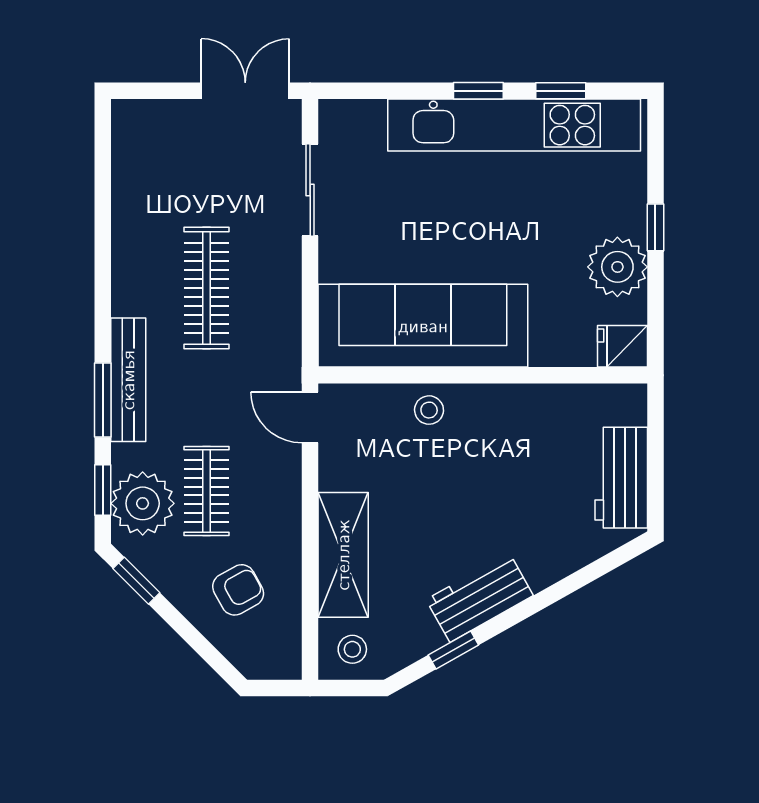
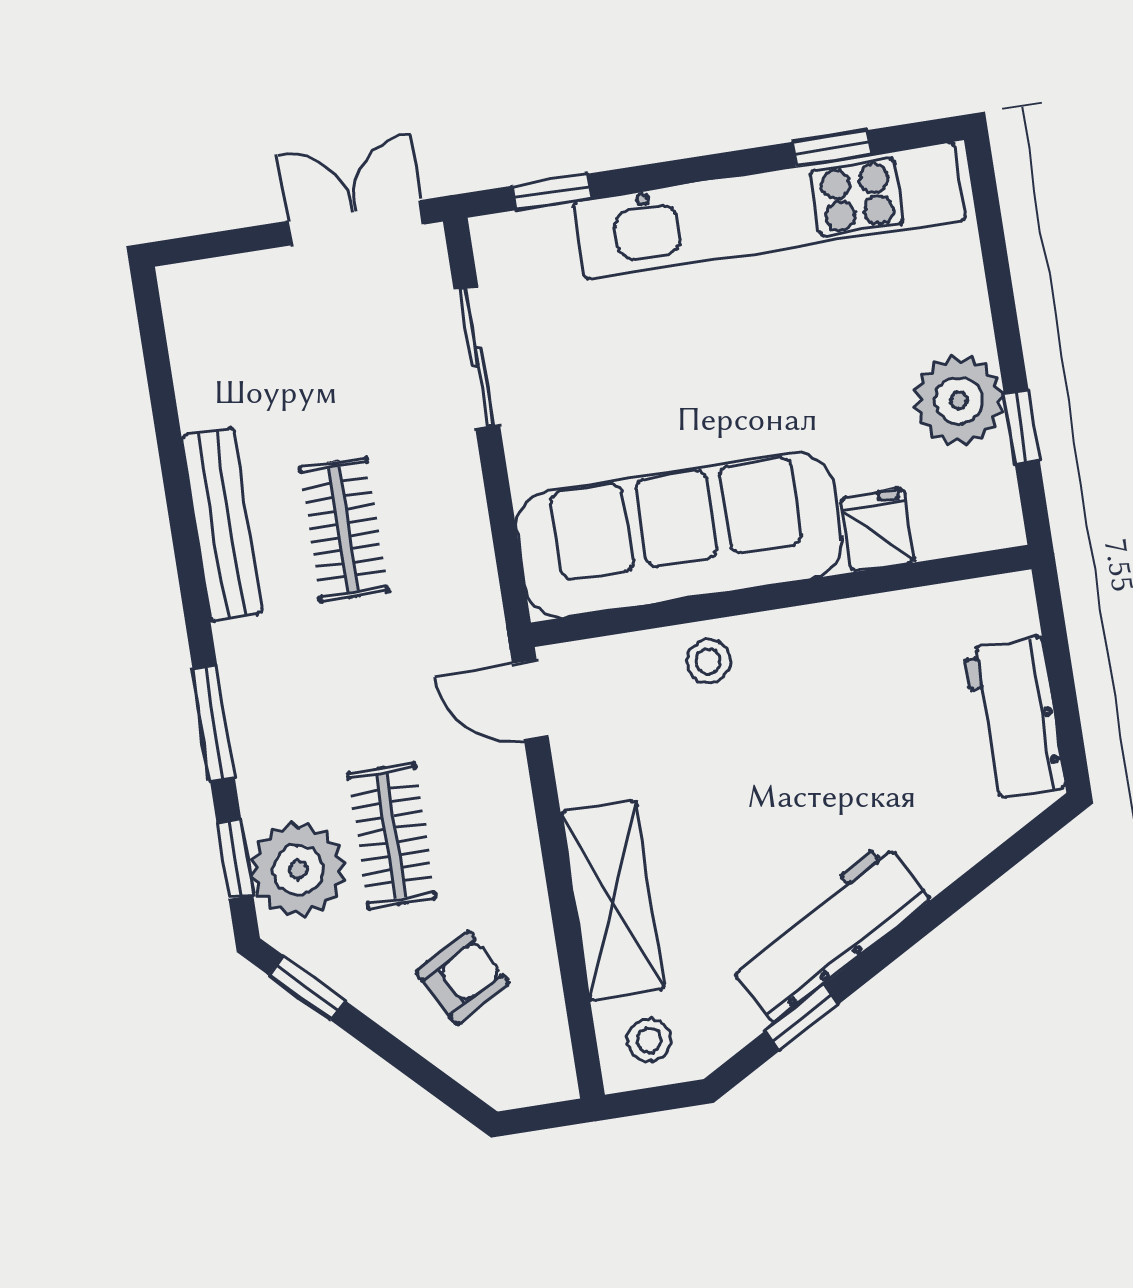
window: (478, 91) -> (552, 192), moved
window: (655, 227) -> (1022, 427), moved
clothes rail: (206, 288) -> (343, 529), width x0.73
fridge: (622, 346) -> (877, 530), moved, turned 90
bench: (128, 380) -> (222, 524), moved
workbench: (480, 598) -> (829, 932), width x1.38

